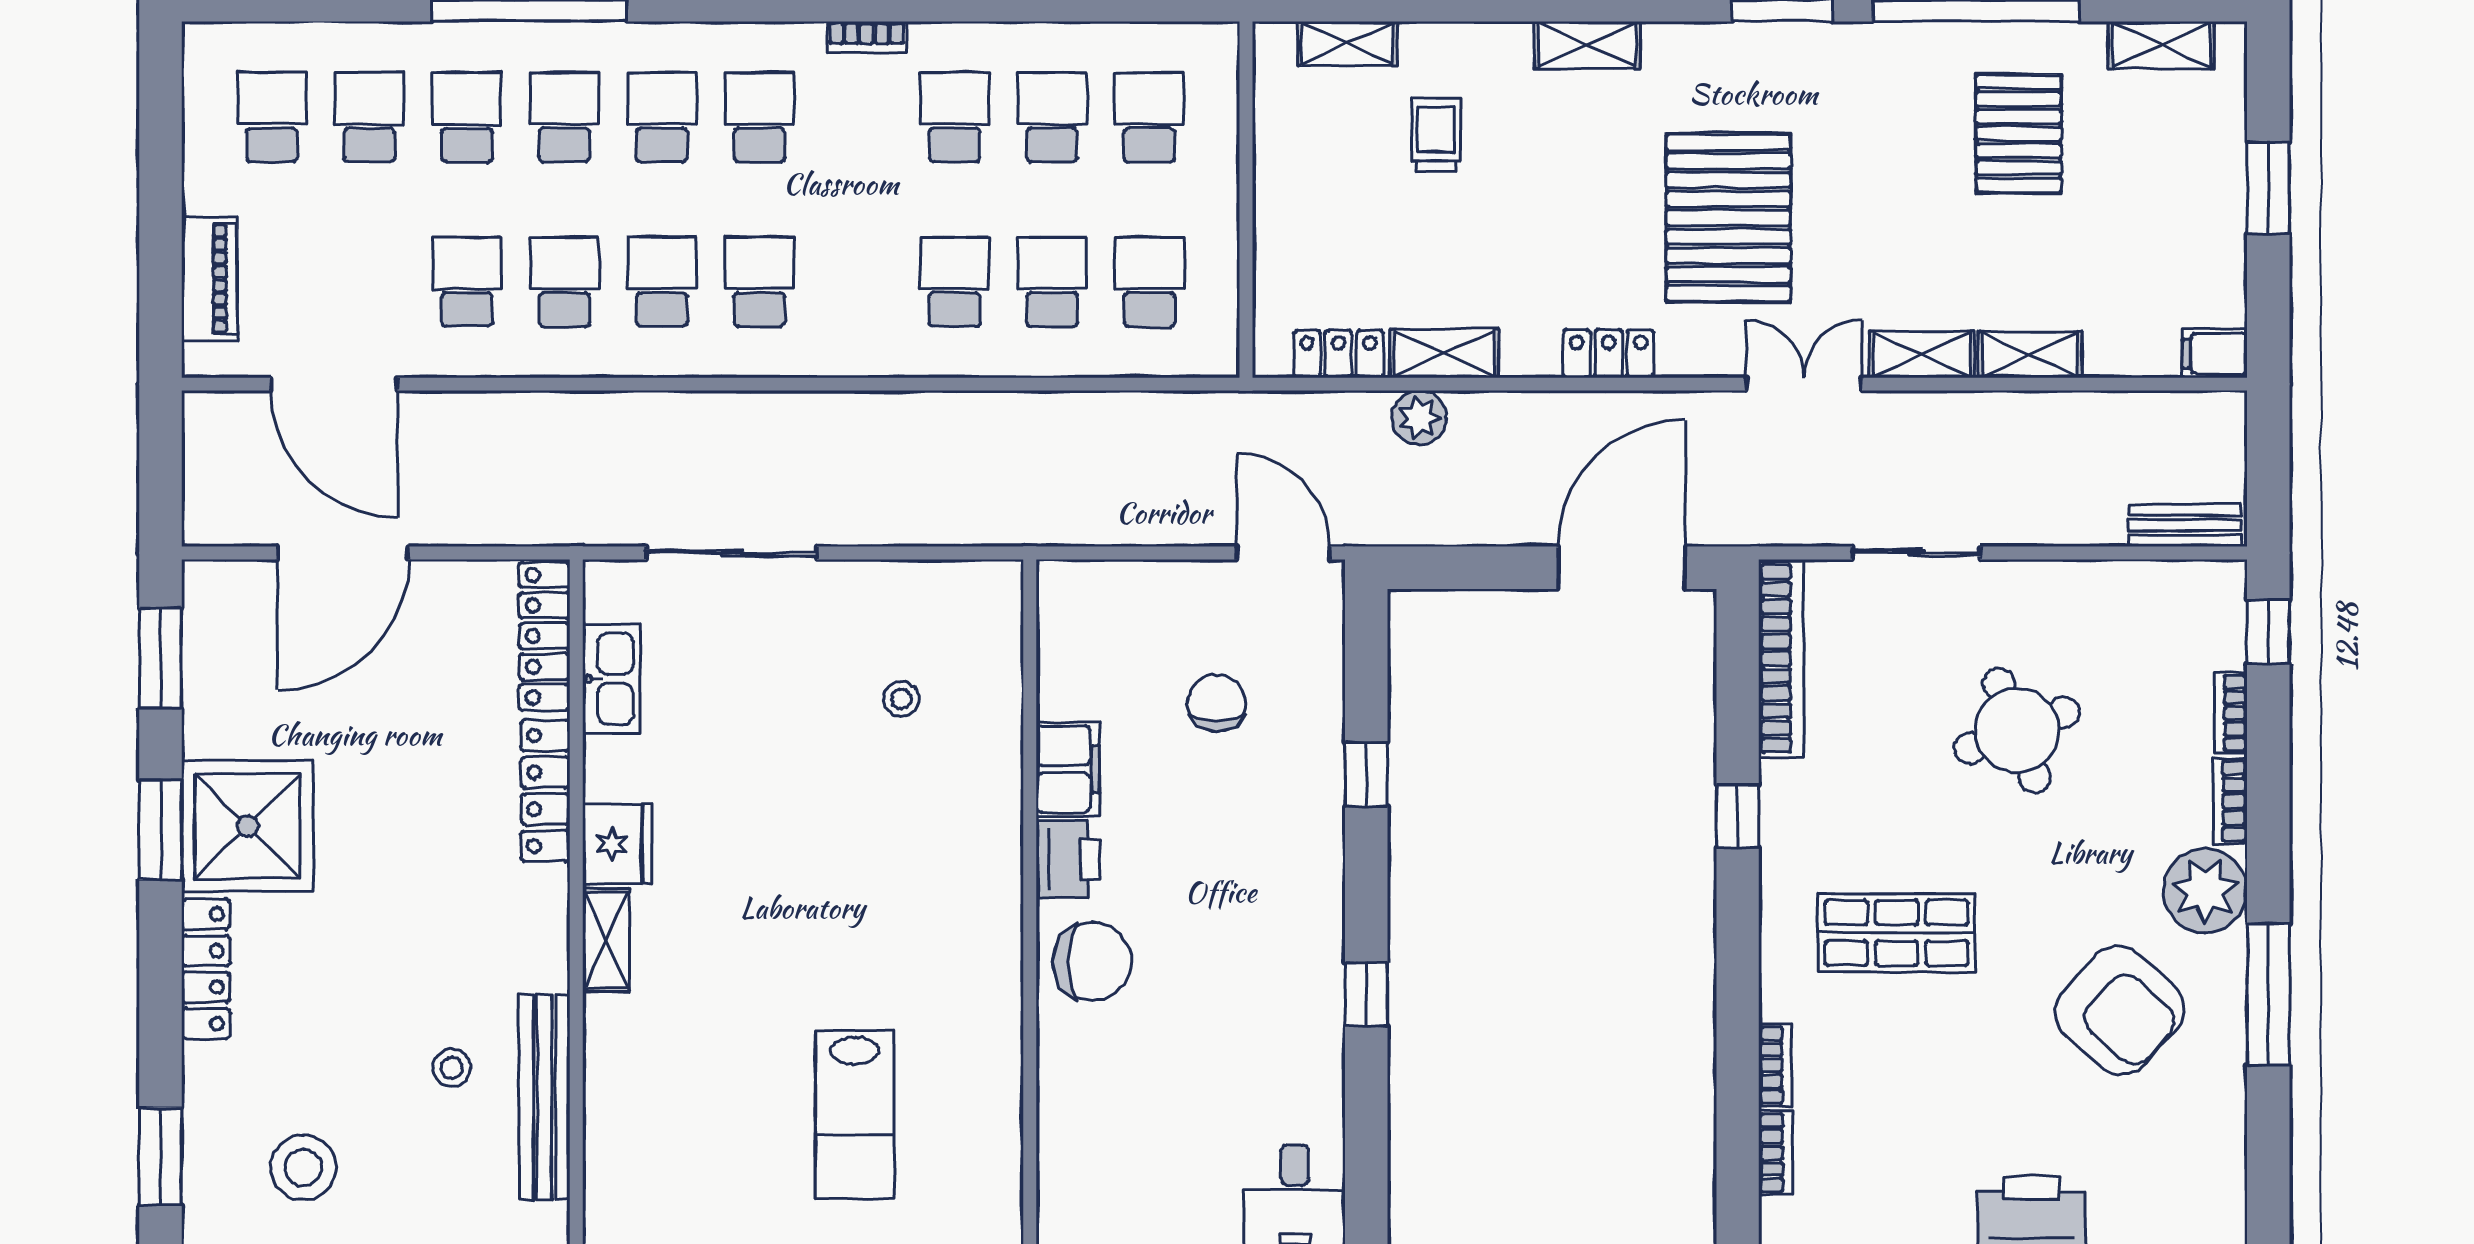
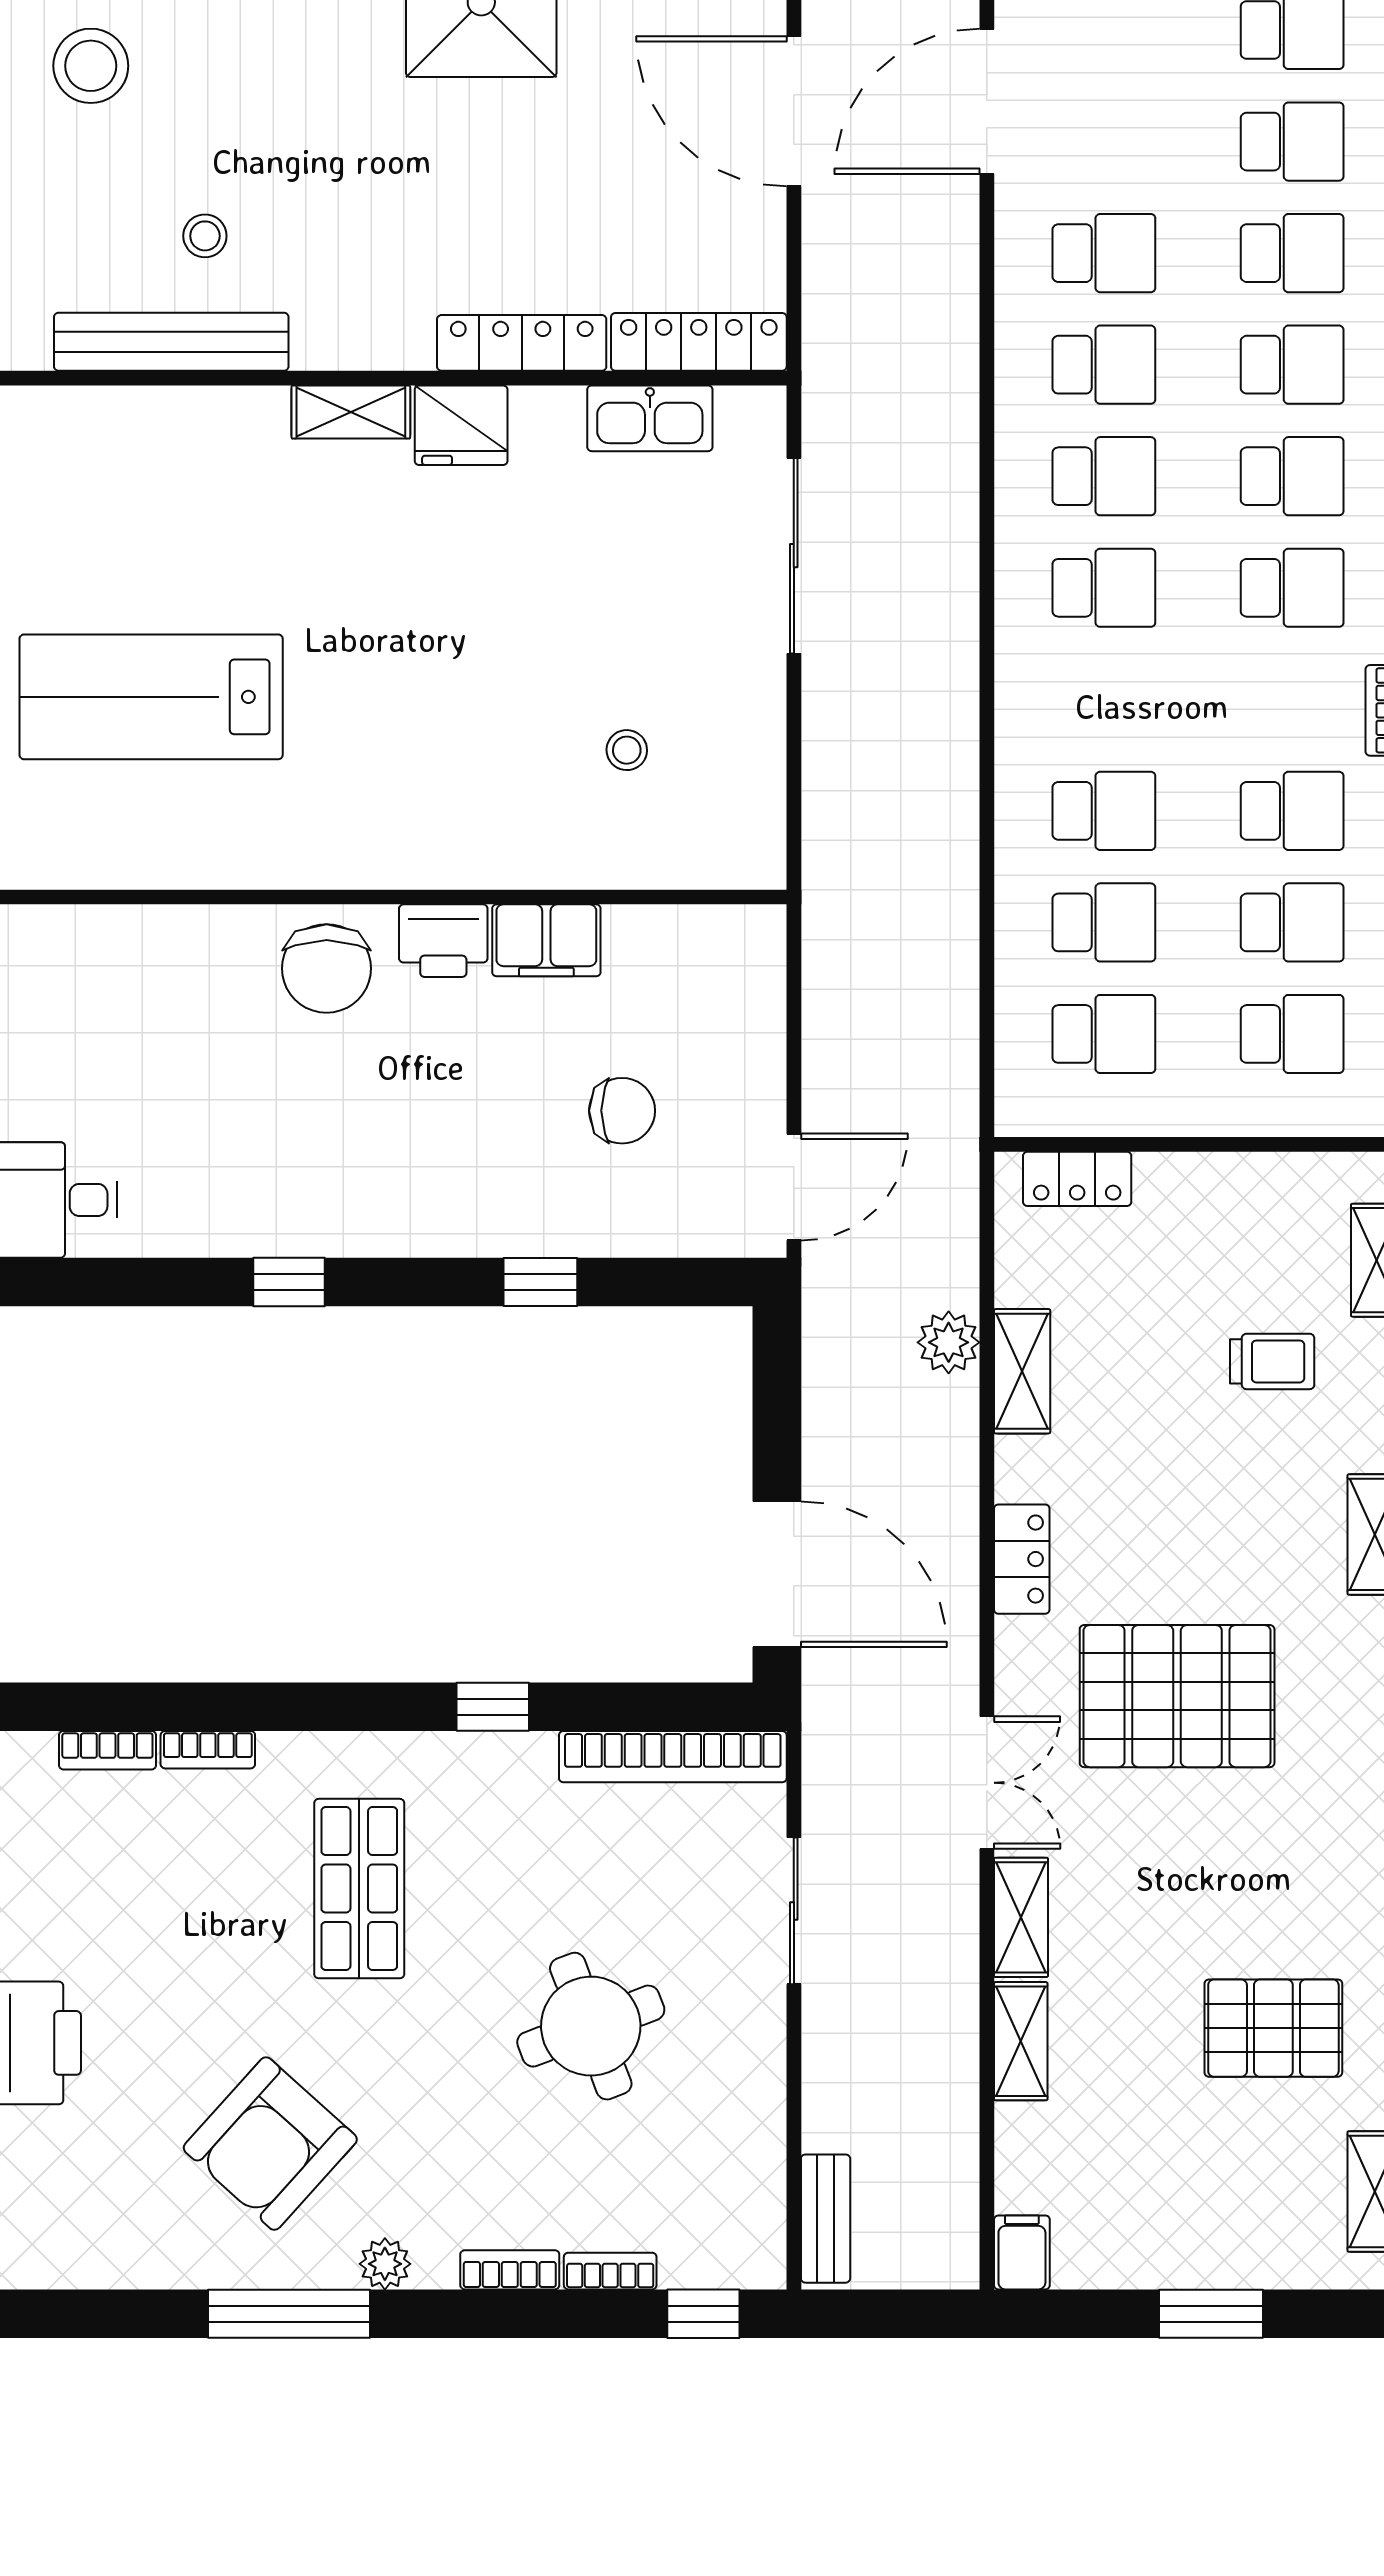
locker: (1339, 354) -> (1077, 1179), moved, turned 90
plant: (2205, 891) -> (385, 2264), width x0.53, depth x0.53
lab bench: (855, 1115) -> (151, 697), width x1.36, depth x1.39

